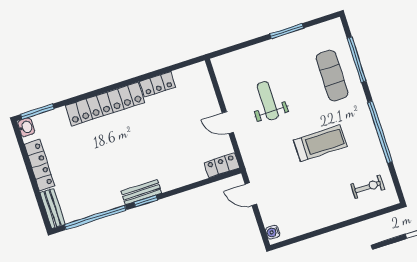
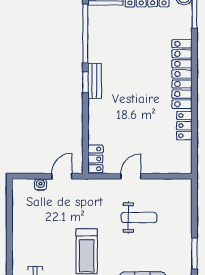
water cooler: (273, 232) -> (41, 184), moved

